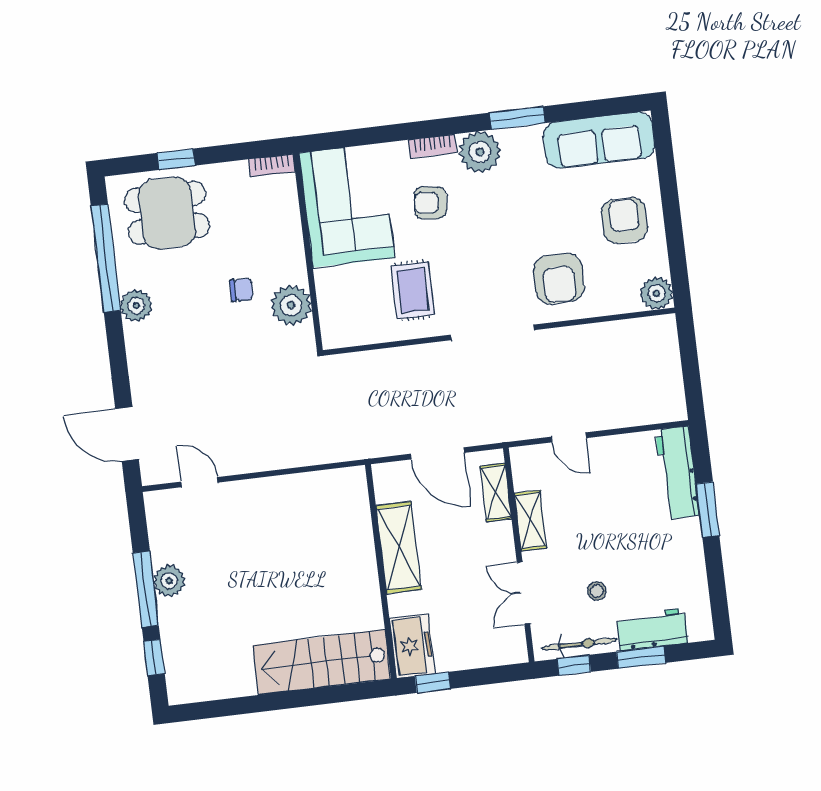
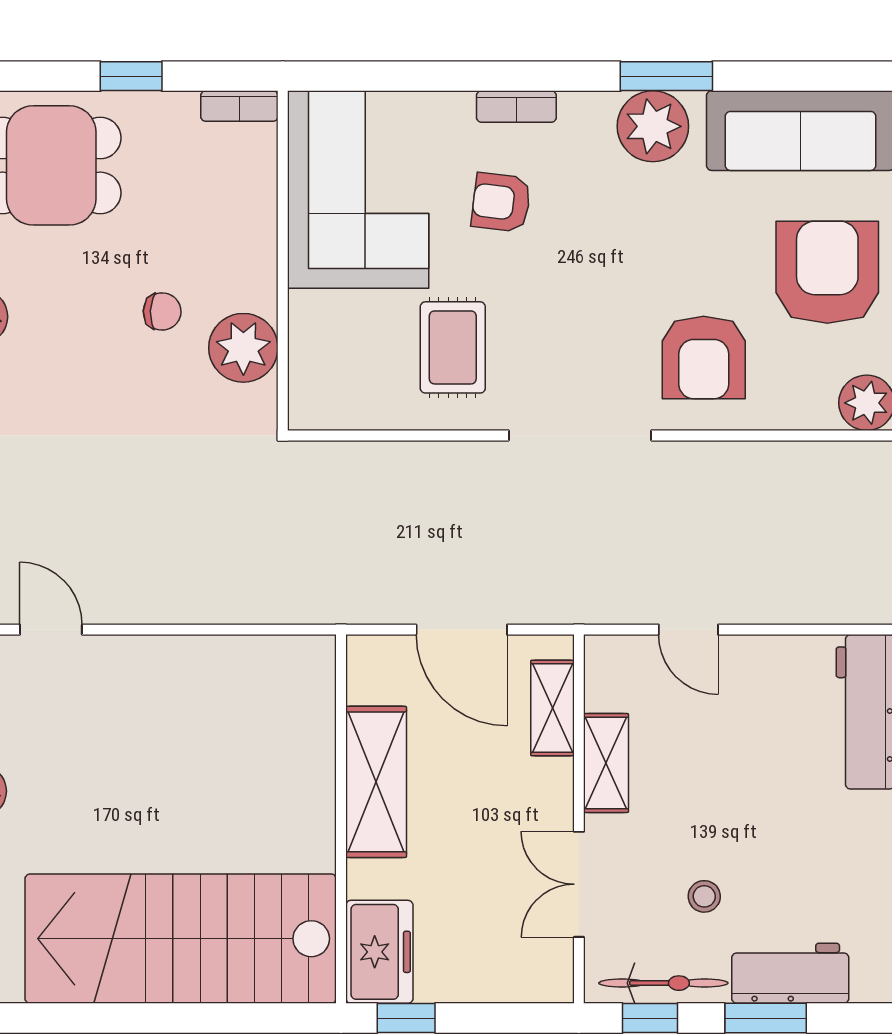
plant: (480, 152) -> (653, 126), moved
window: (176, 159) -> (131, 76), moved
armchair: (624, 220) -> (827, 272), width x1.36, depth x1.36
stairs: (322, 662) -> (181, 939), width x1.36, depth x1.51

